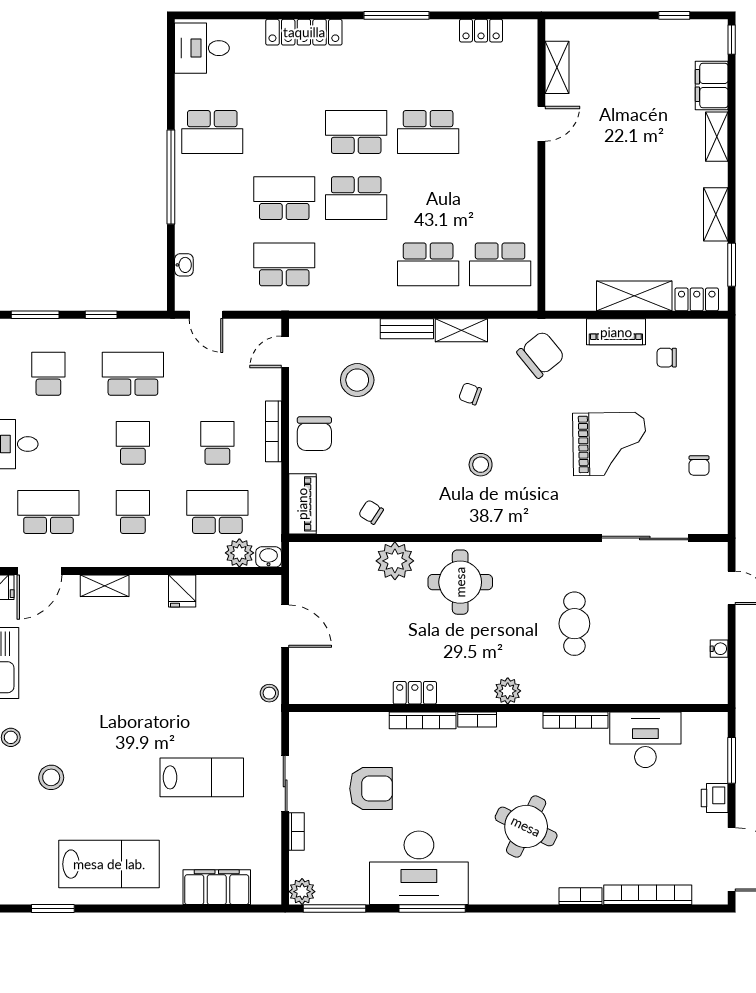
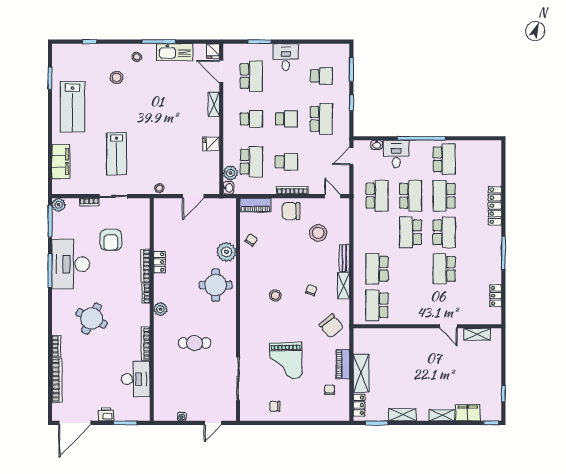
desk: (202, 48) -> (396, 154), moved
school desk: (212, 132) -> (444, 159), turned 180
school desk: (284, 132) -> (444, 196), added

